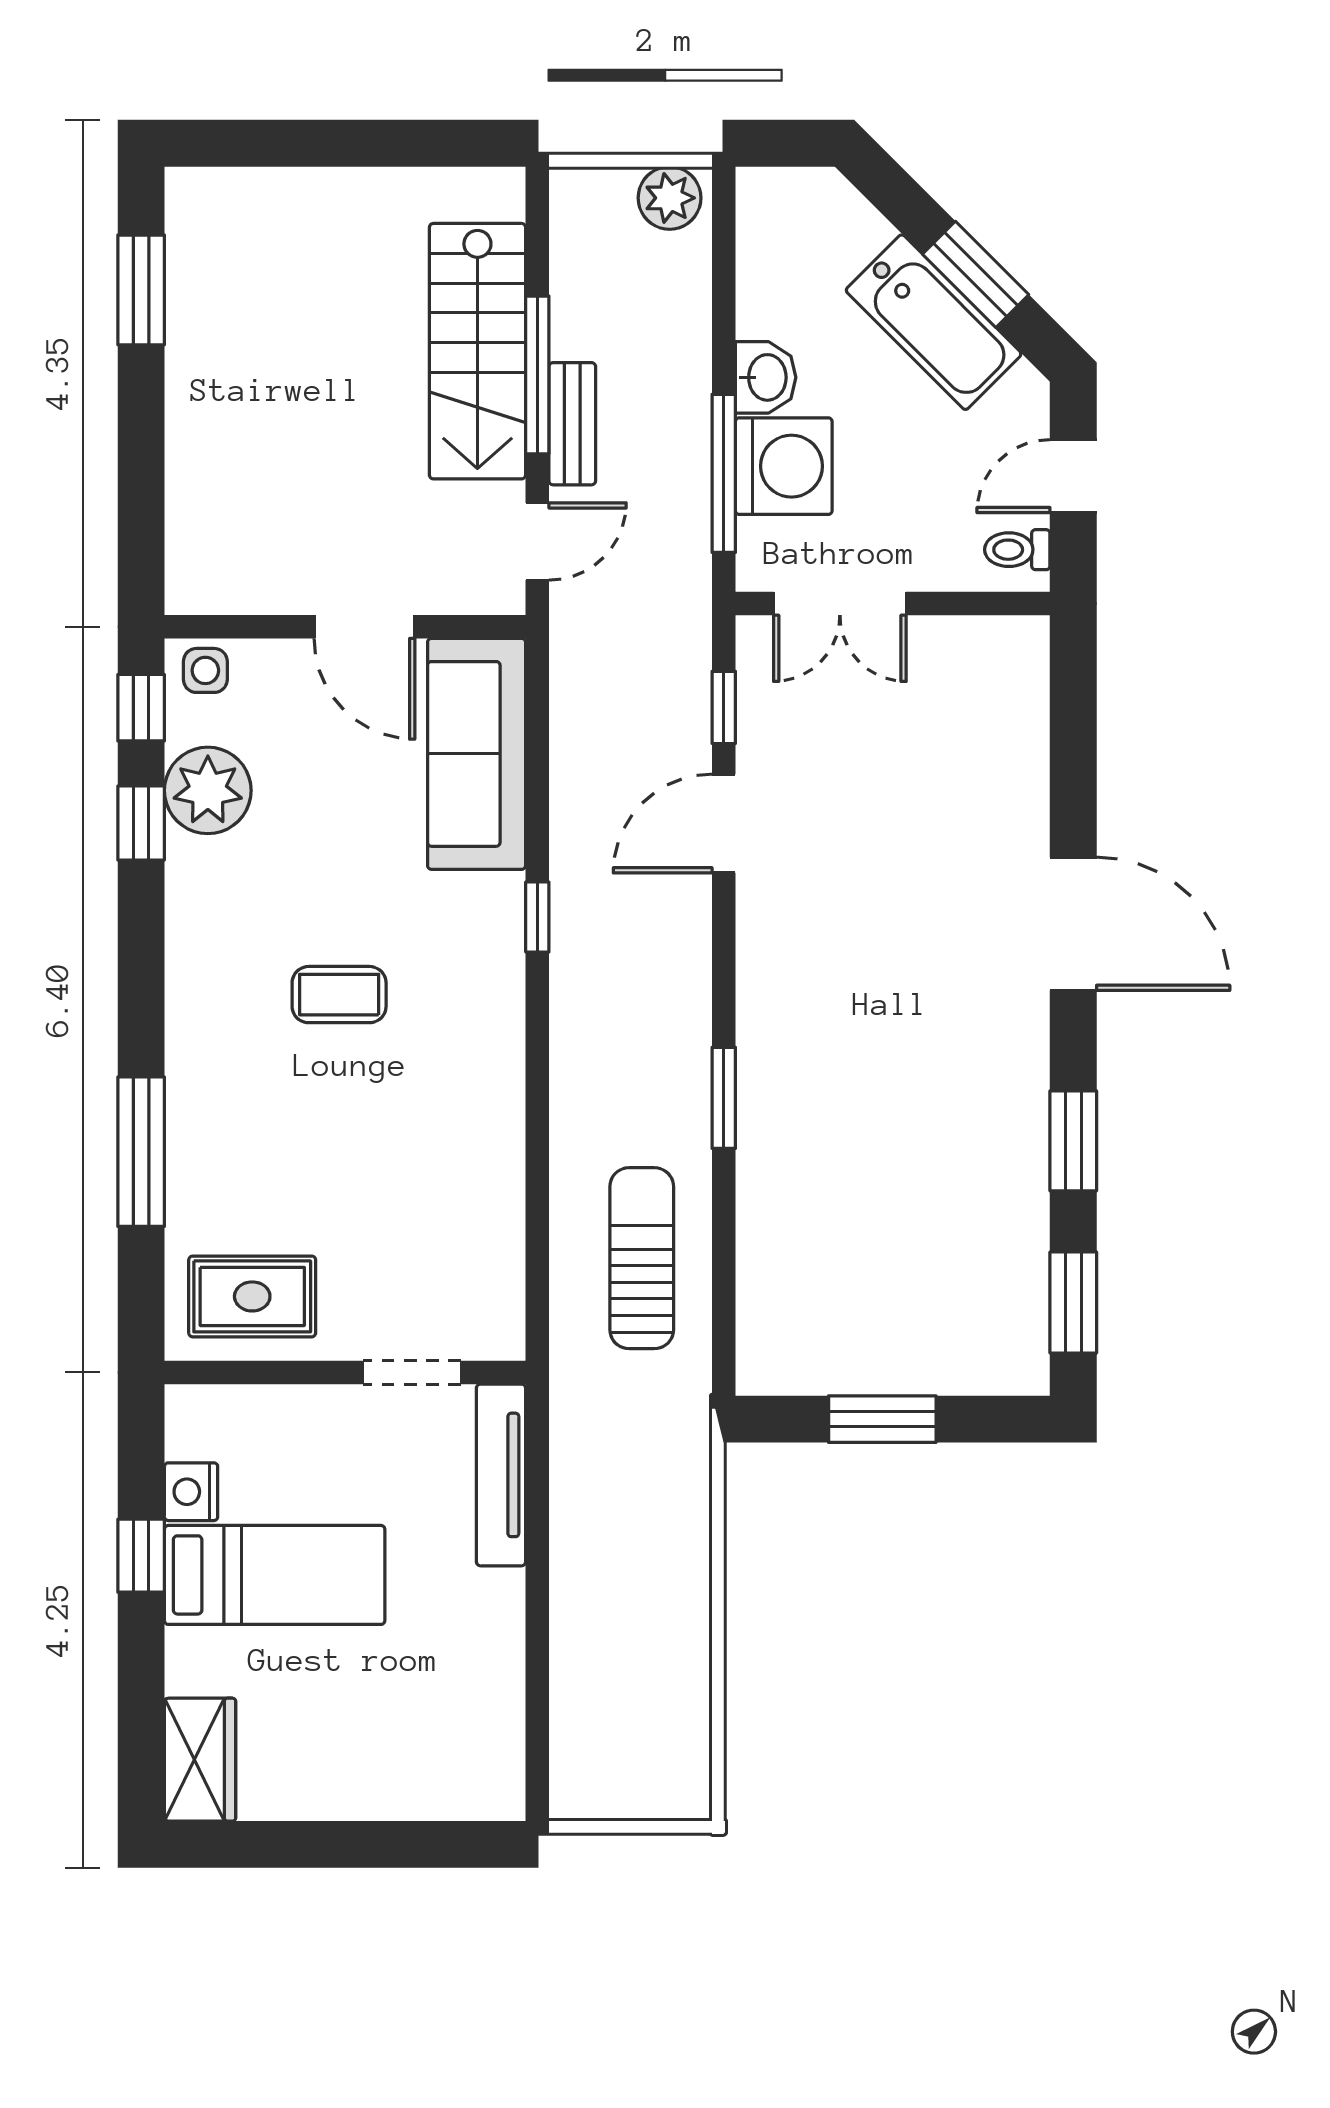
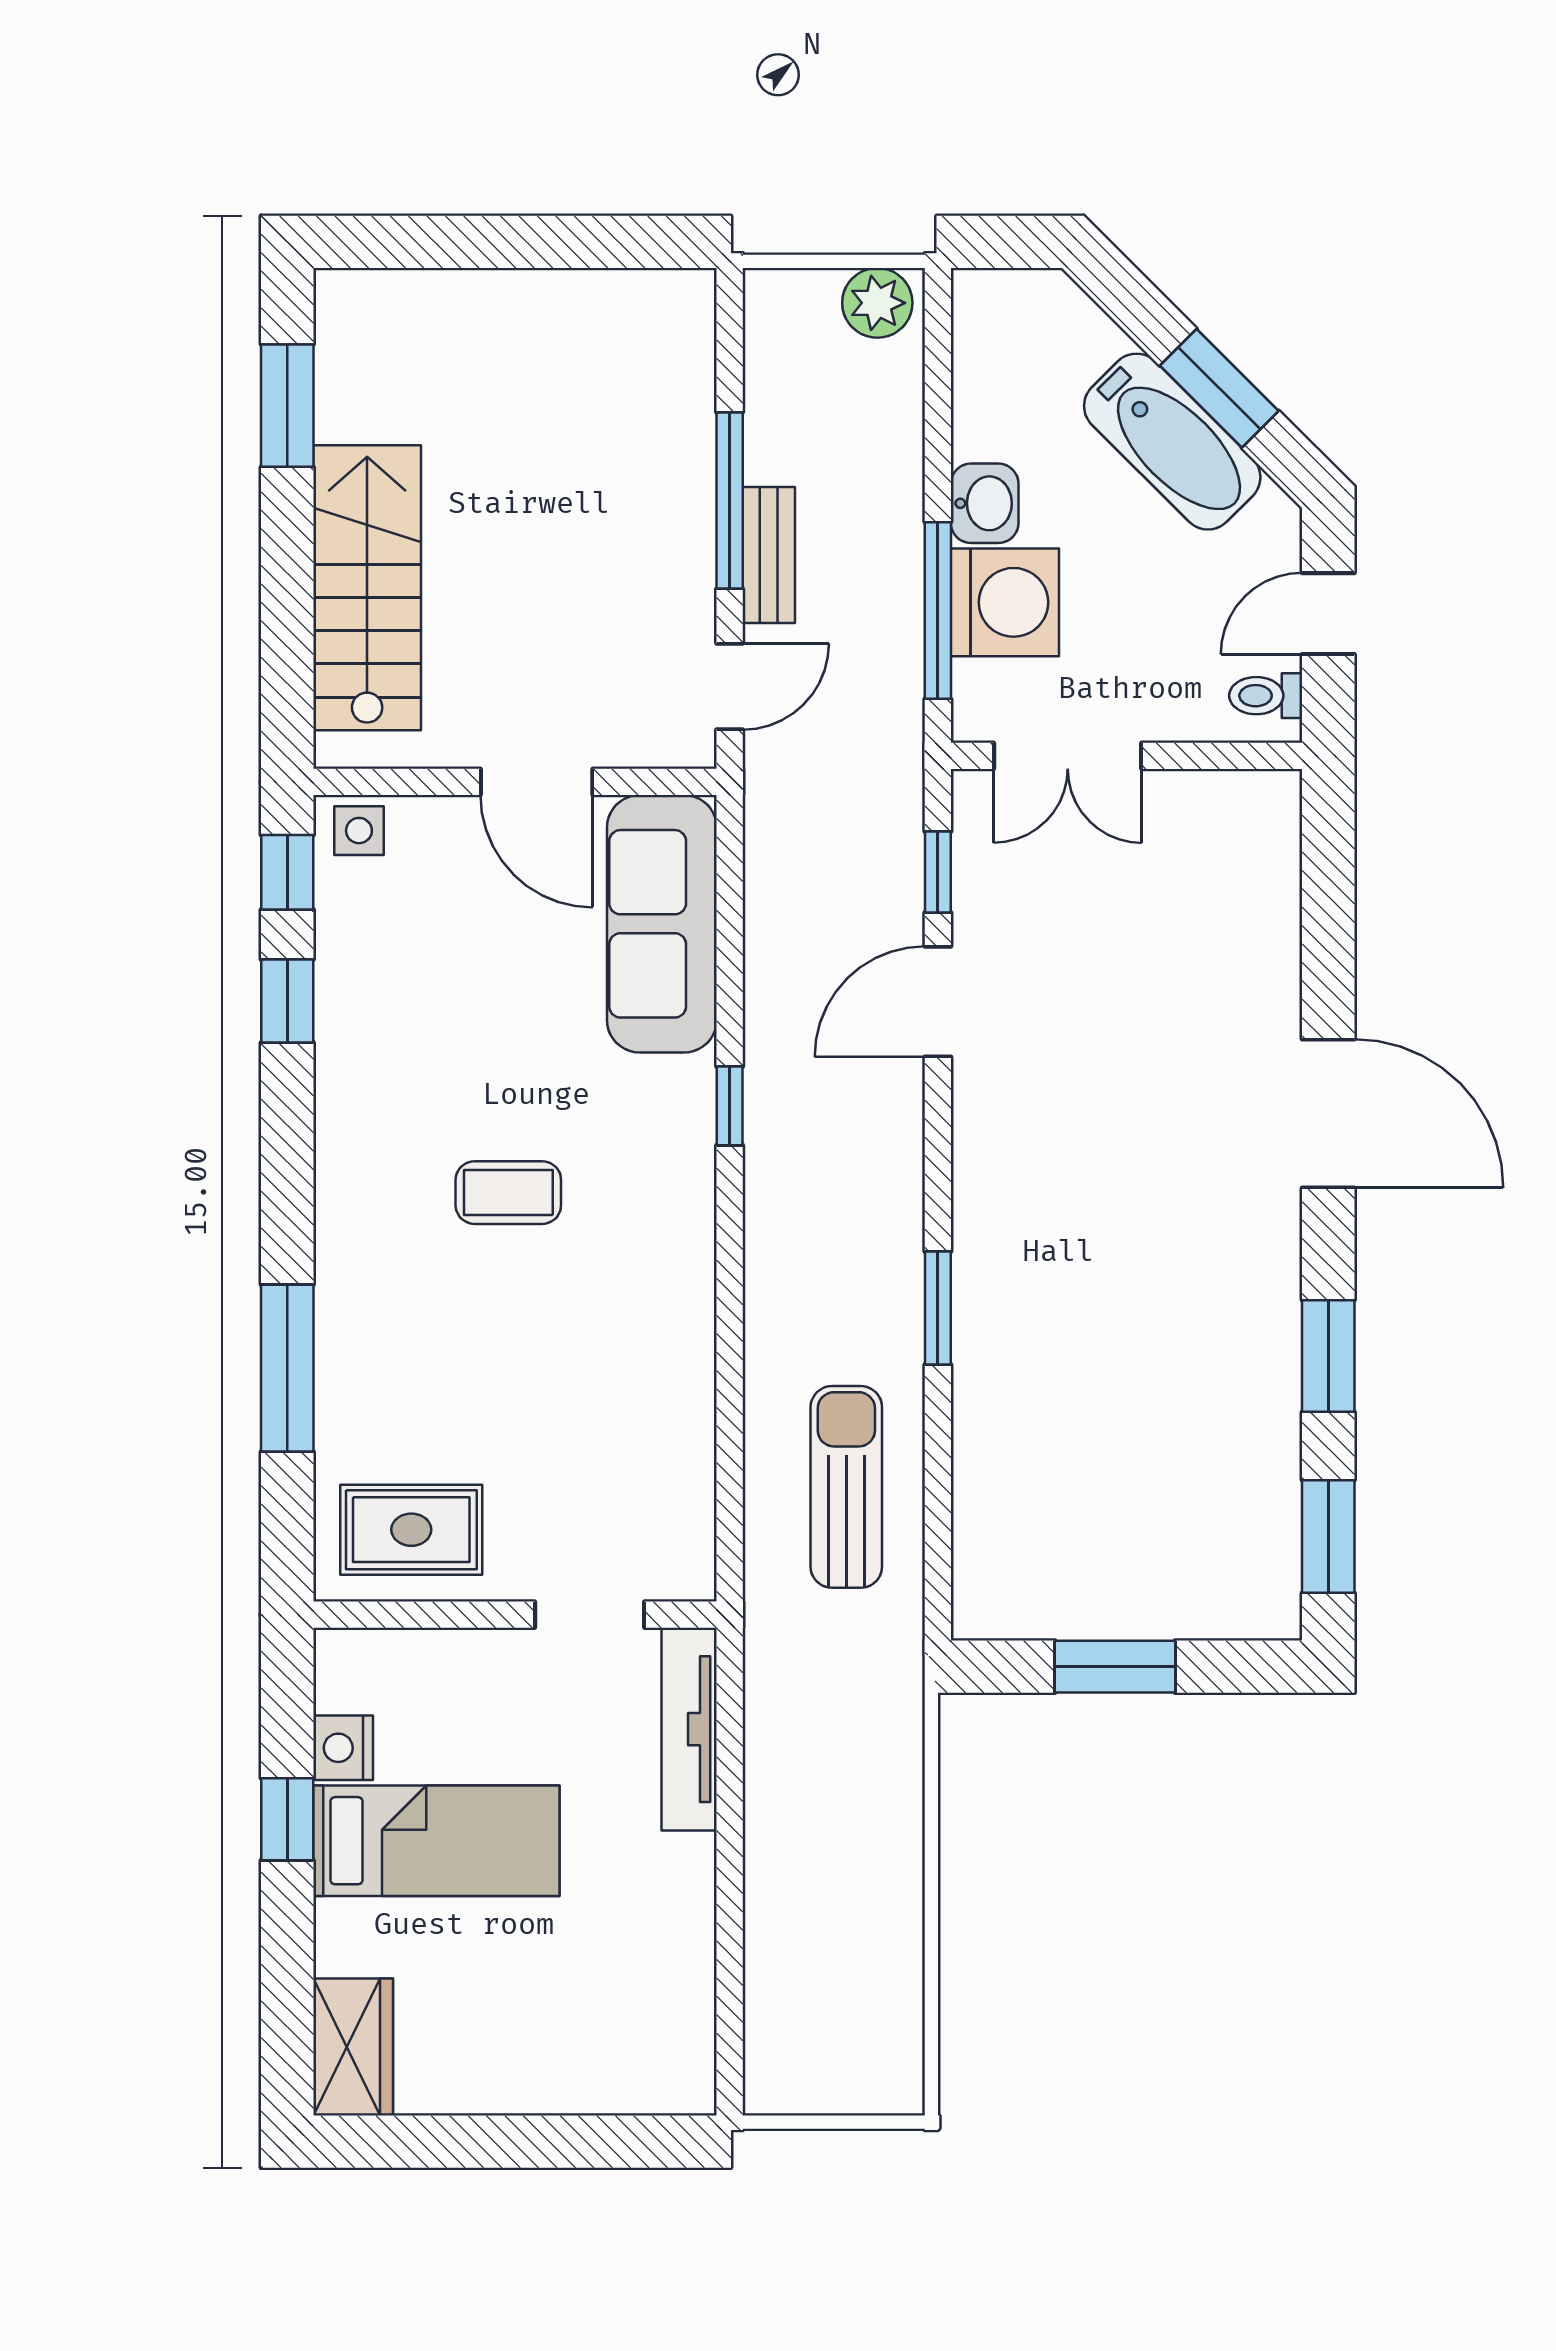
stairs: (477, 351) -> (367, 588), moved, turned 180
plant: (208, 790) -> (362, 965), removed

